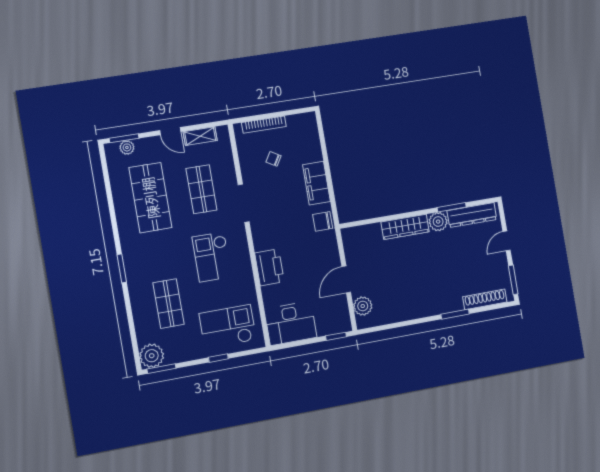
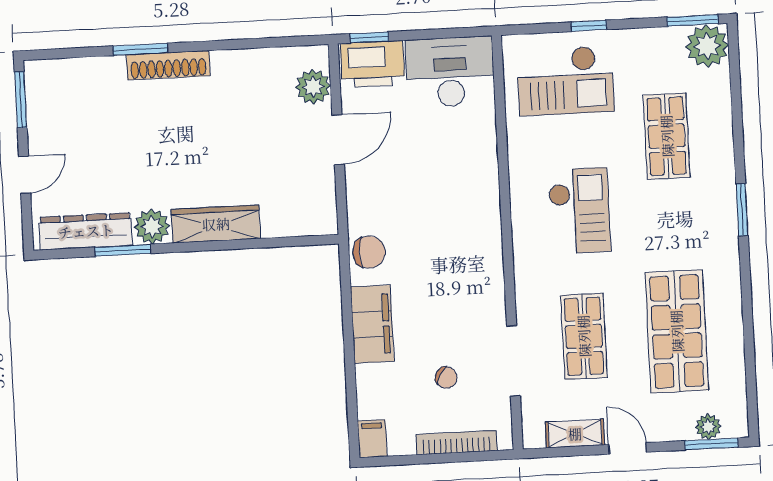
filing cabinet: (309, 122) -> (372, 439), added
doorway: (244, 203) -> (513, 361), moved
printer: (269, 267) -> (373, 64), moved, turned -90
shoe rack: (485, 299) -> (168, 65), moved

